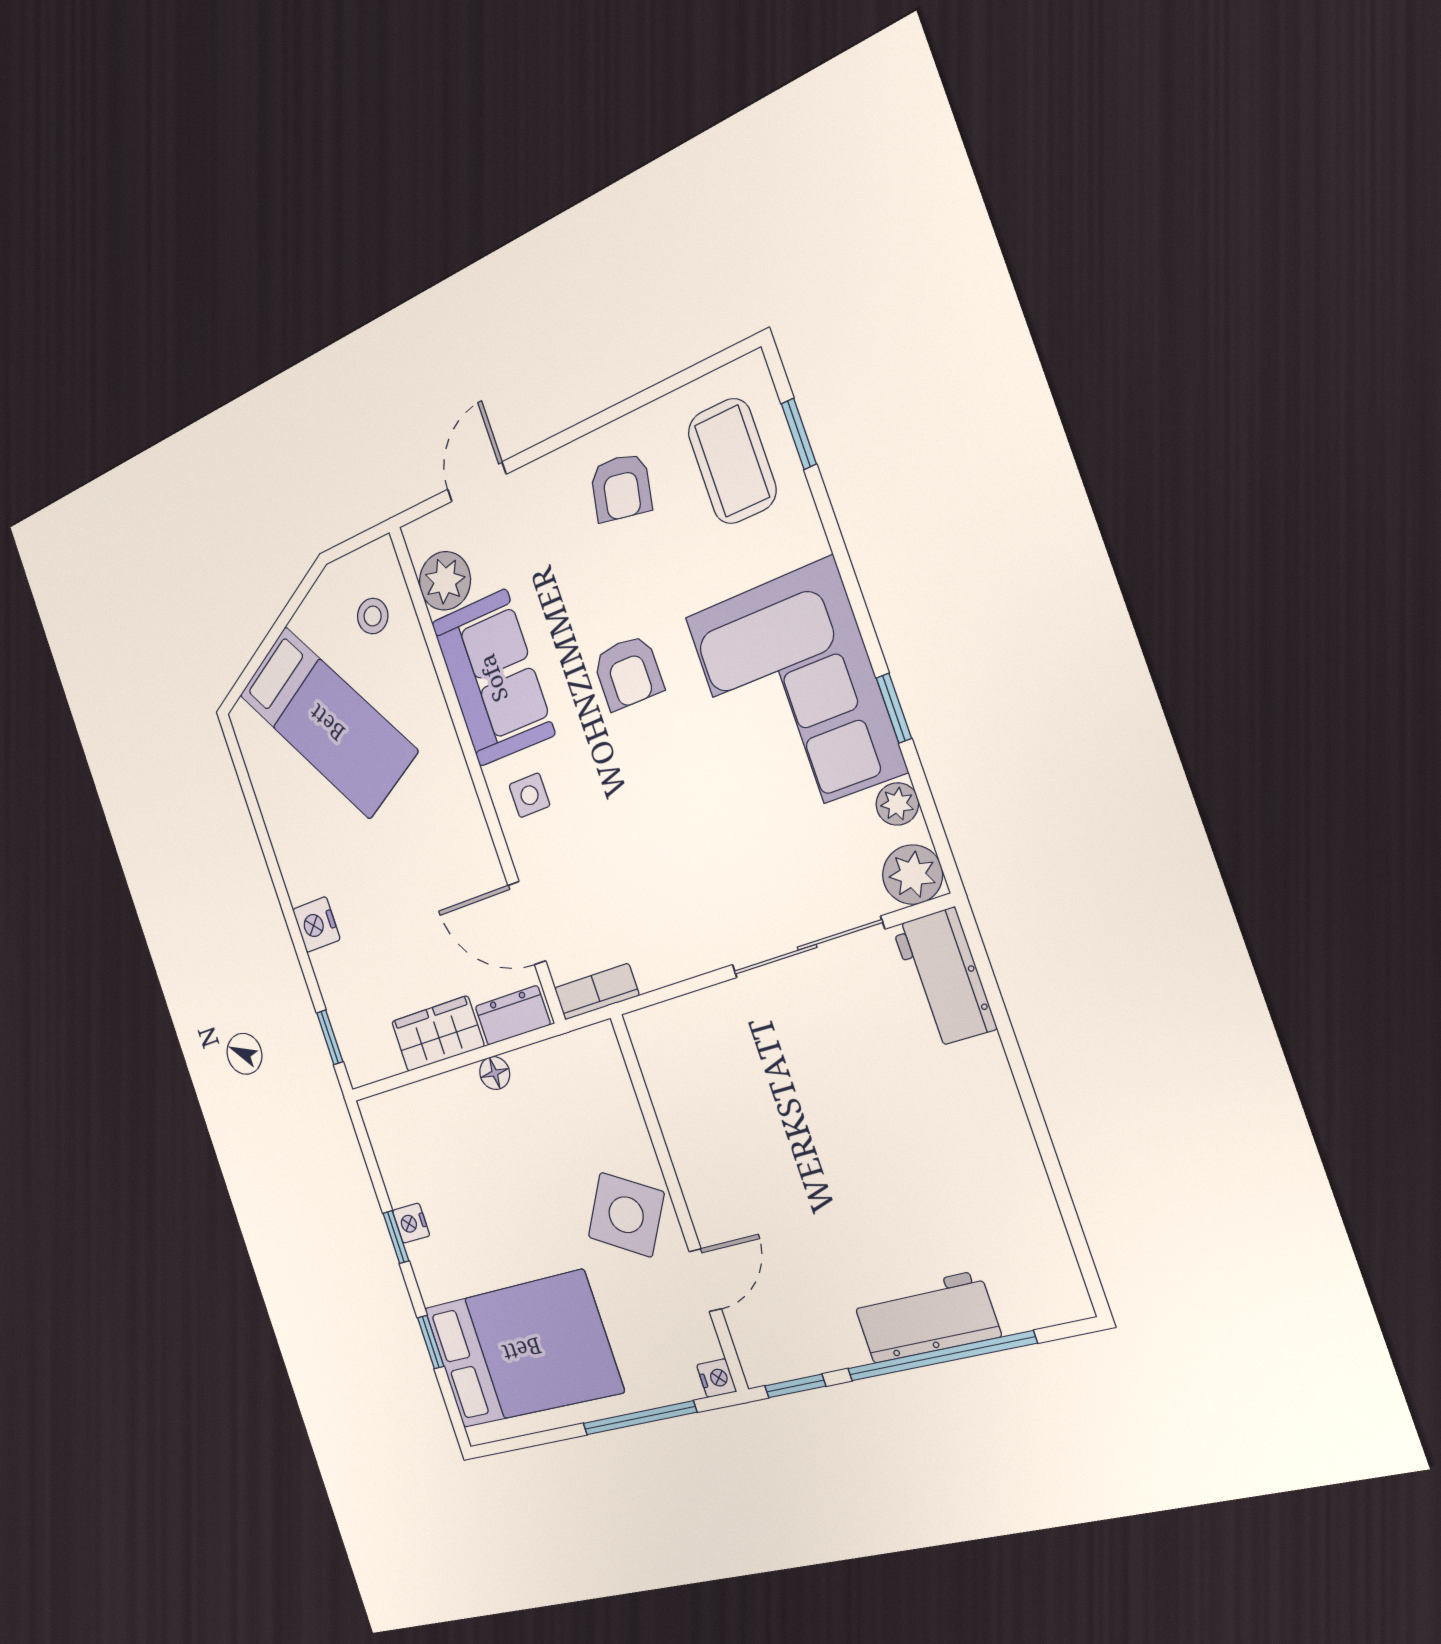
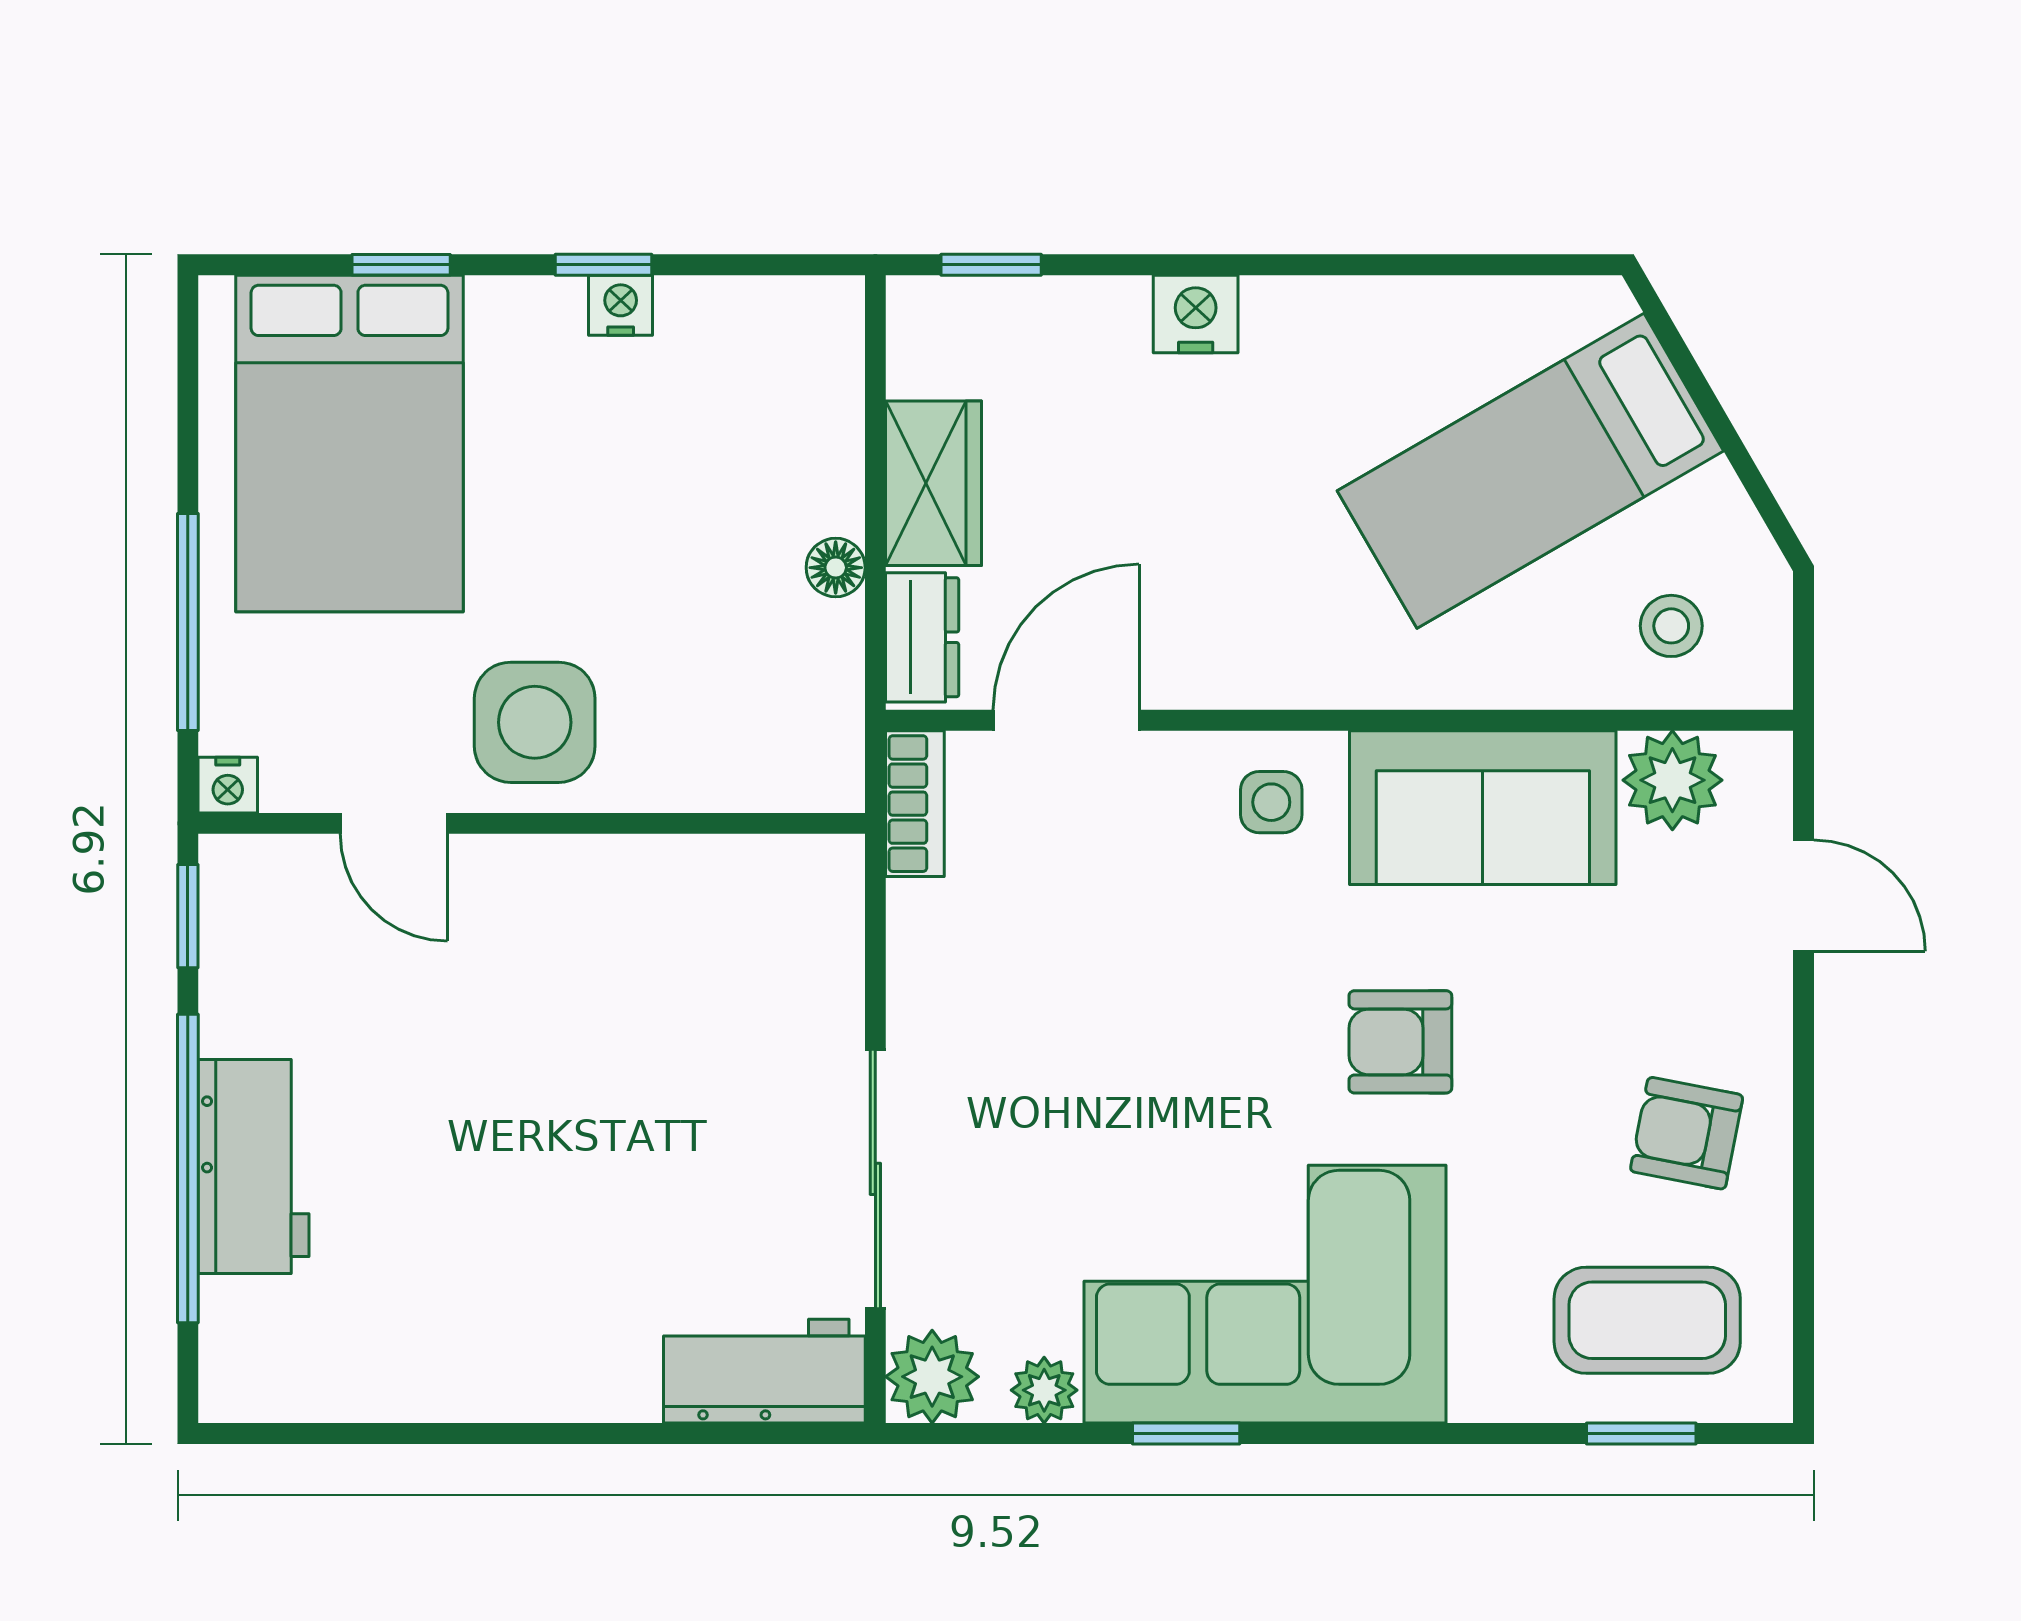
side table: (626, 1215) -> (535, 722), turned -31

